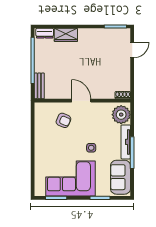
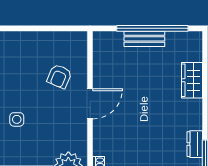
dresser: (45, 33) -> (195, 144), moved
bench: (39, 86) -> (144, 39), moved

